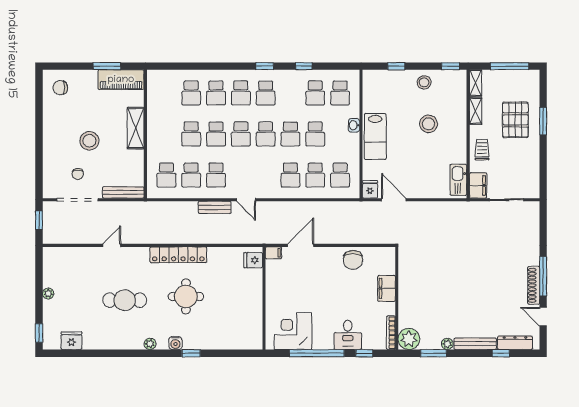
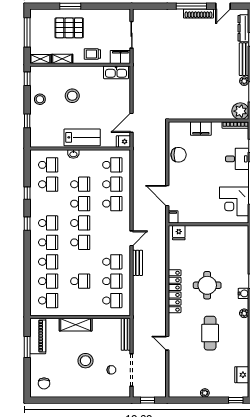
school desk: (216, 134) -> (48, 301), moved

